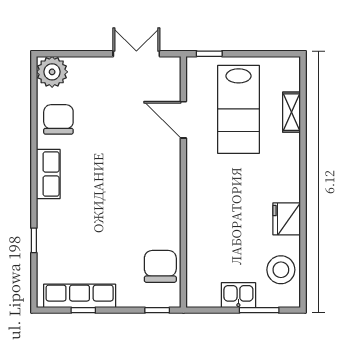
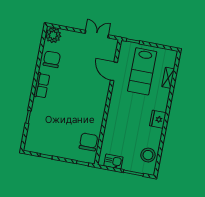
fridge: (287, 219) -> (158, 119), moved
kitchen sink: (238, 295) -> (113, 161), moved
row of seats: (80, 296) -> (46, 149), removed

